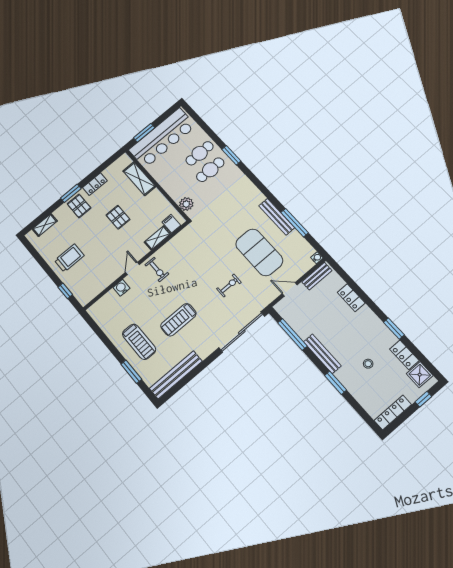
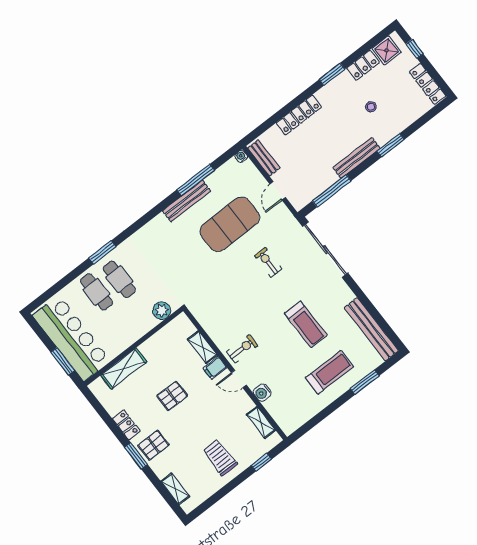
filing cabinet: (171, 224) -> (215, 368), moved
shelving: (97, 289) -> (261, 422), added
locker: (351, 298) -> (299, 115), width x1.53

